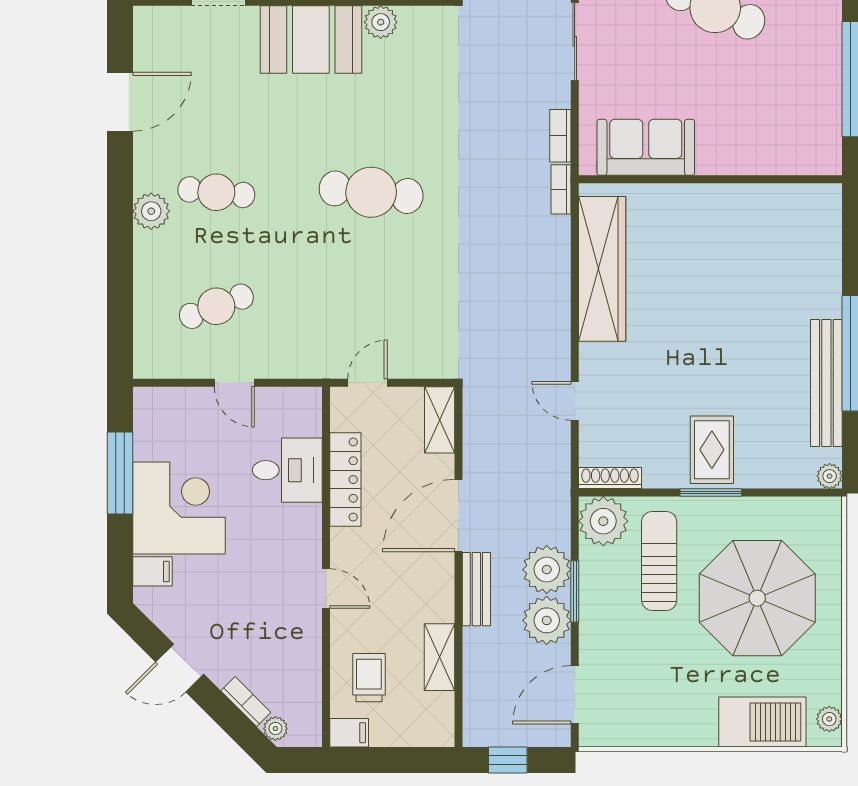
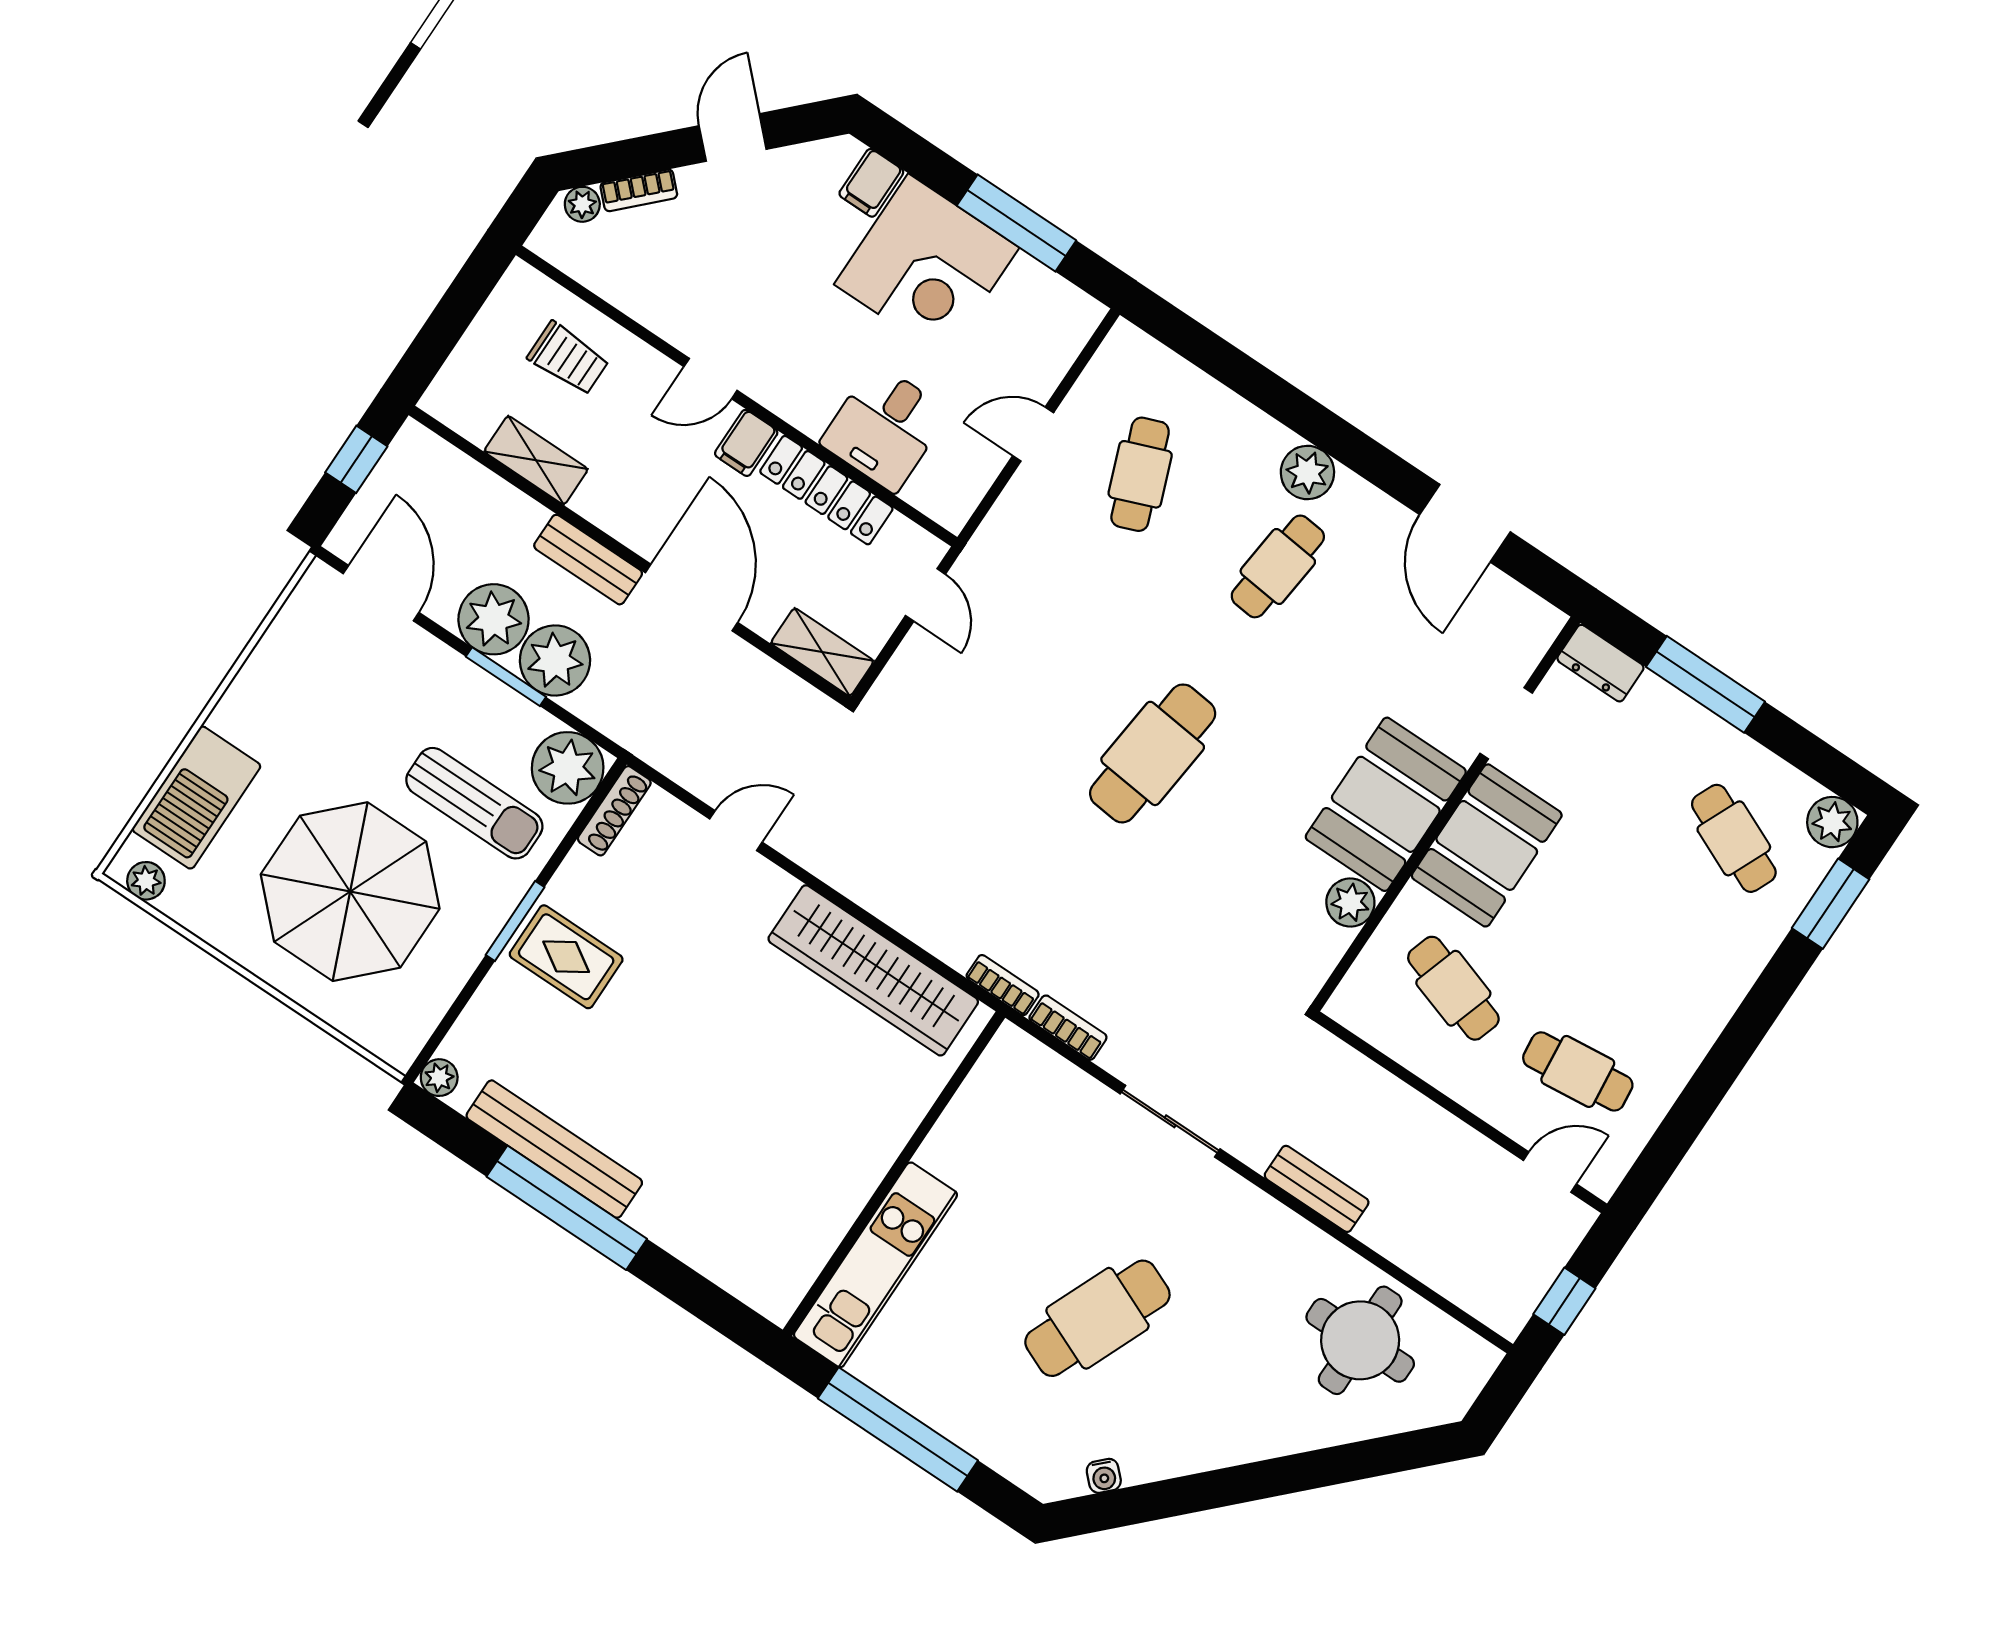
sofa: (646, 147) -> (985, 1121), removed
kitchen unit: (770, 155) -> (875, 1265), added
filing cabinet: (349, 733) -> (746, 443), moved

